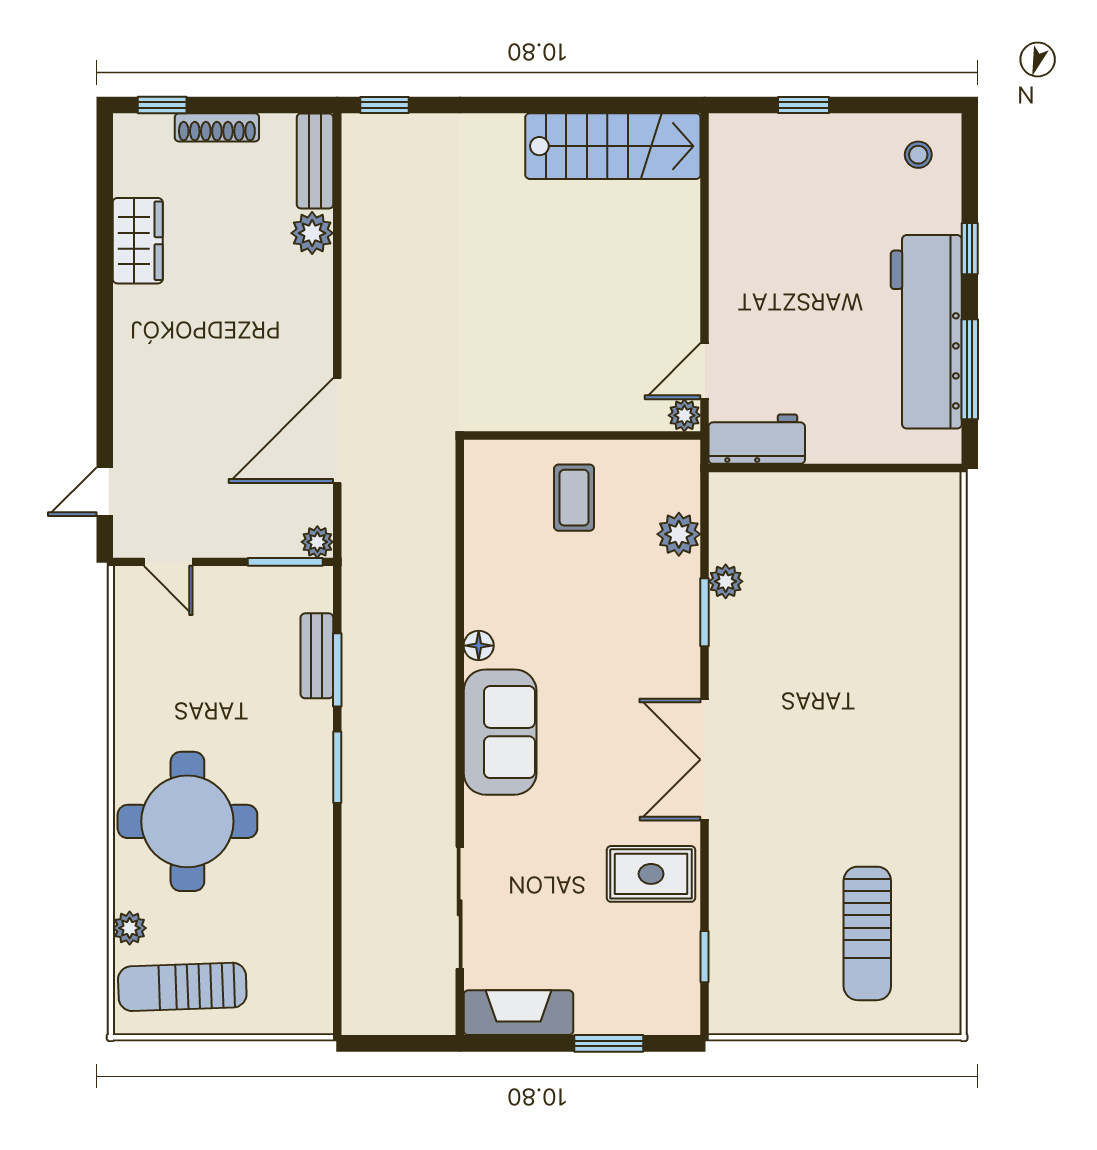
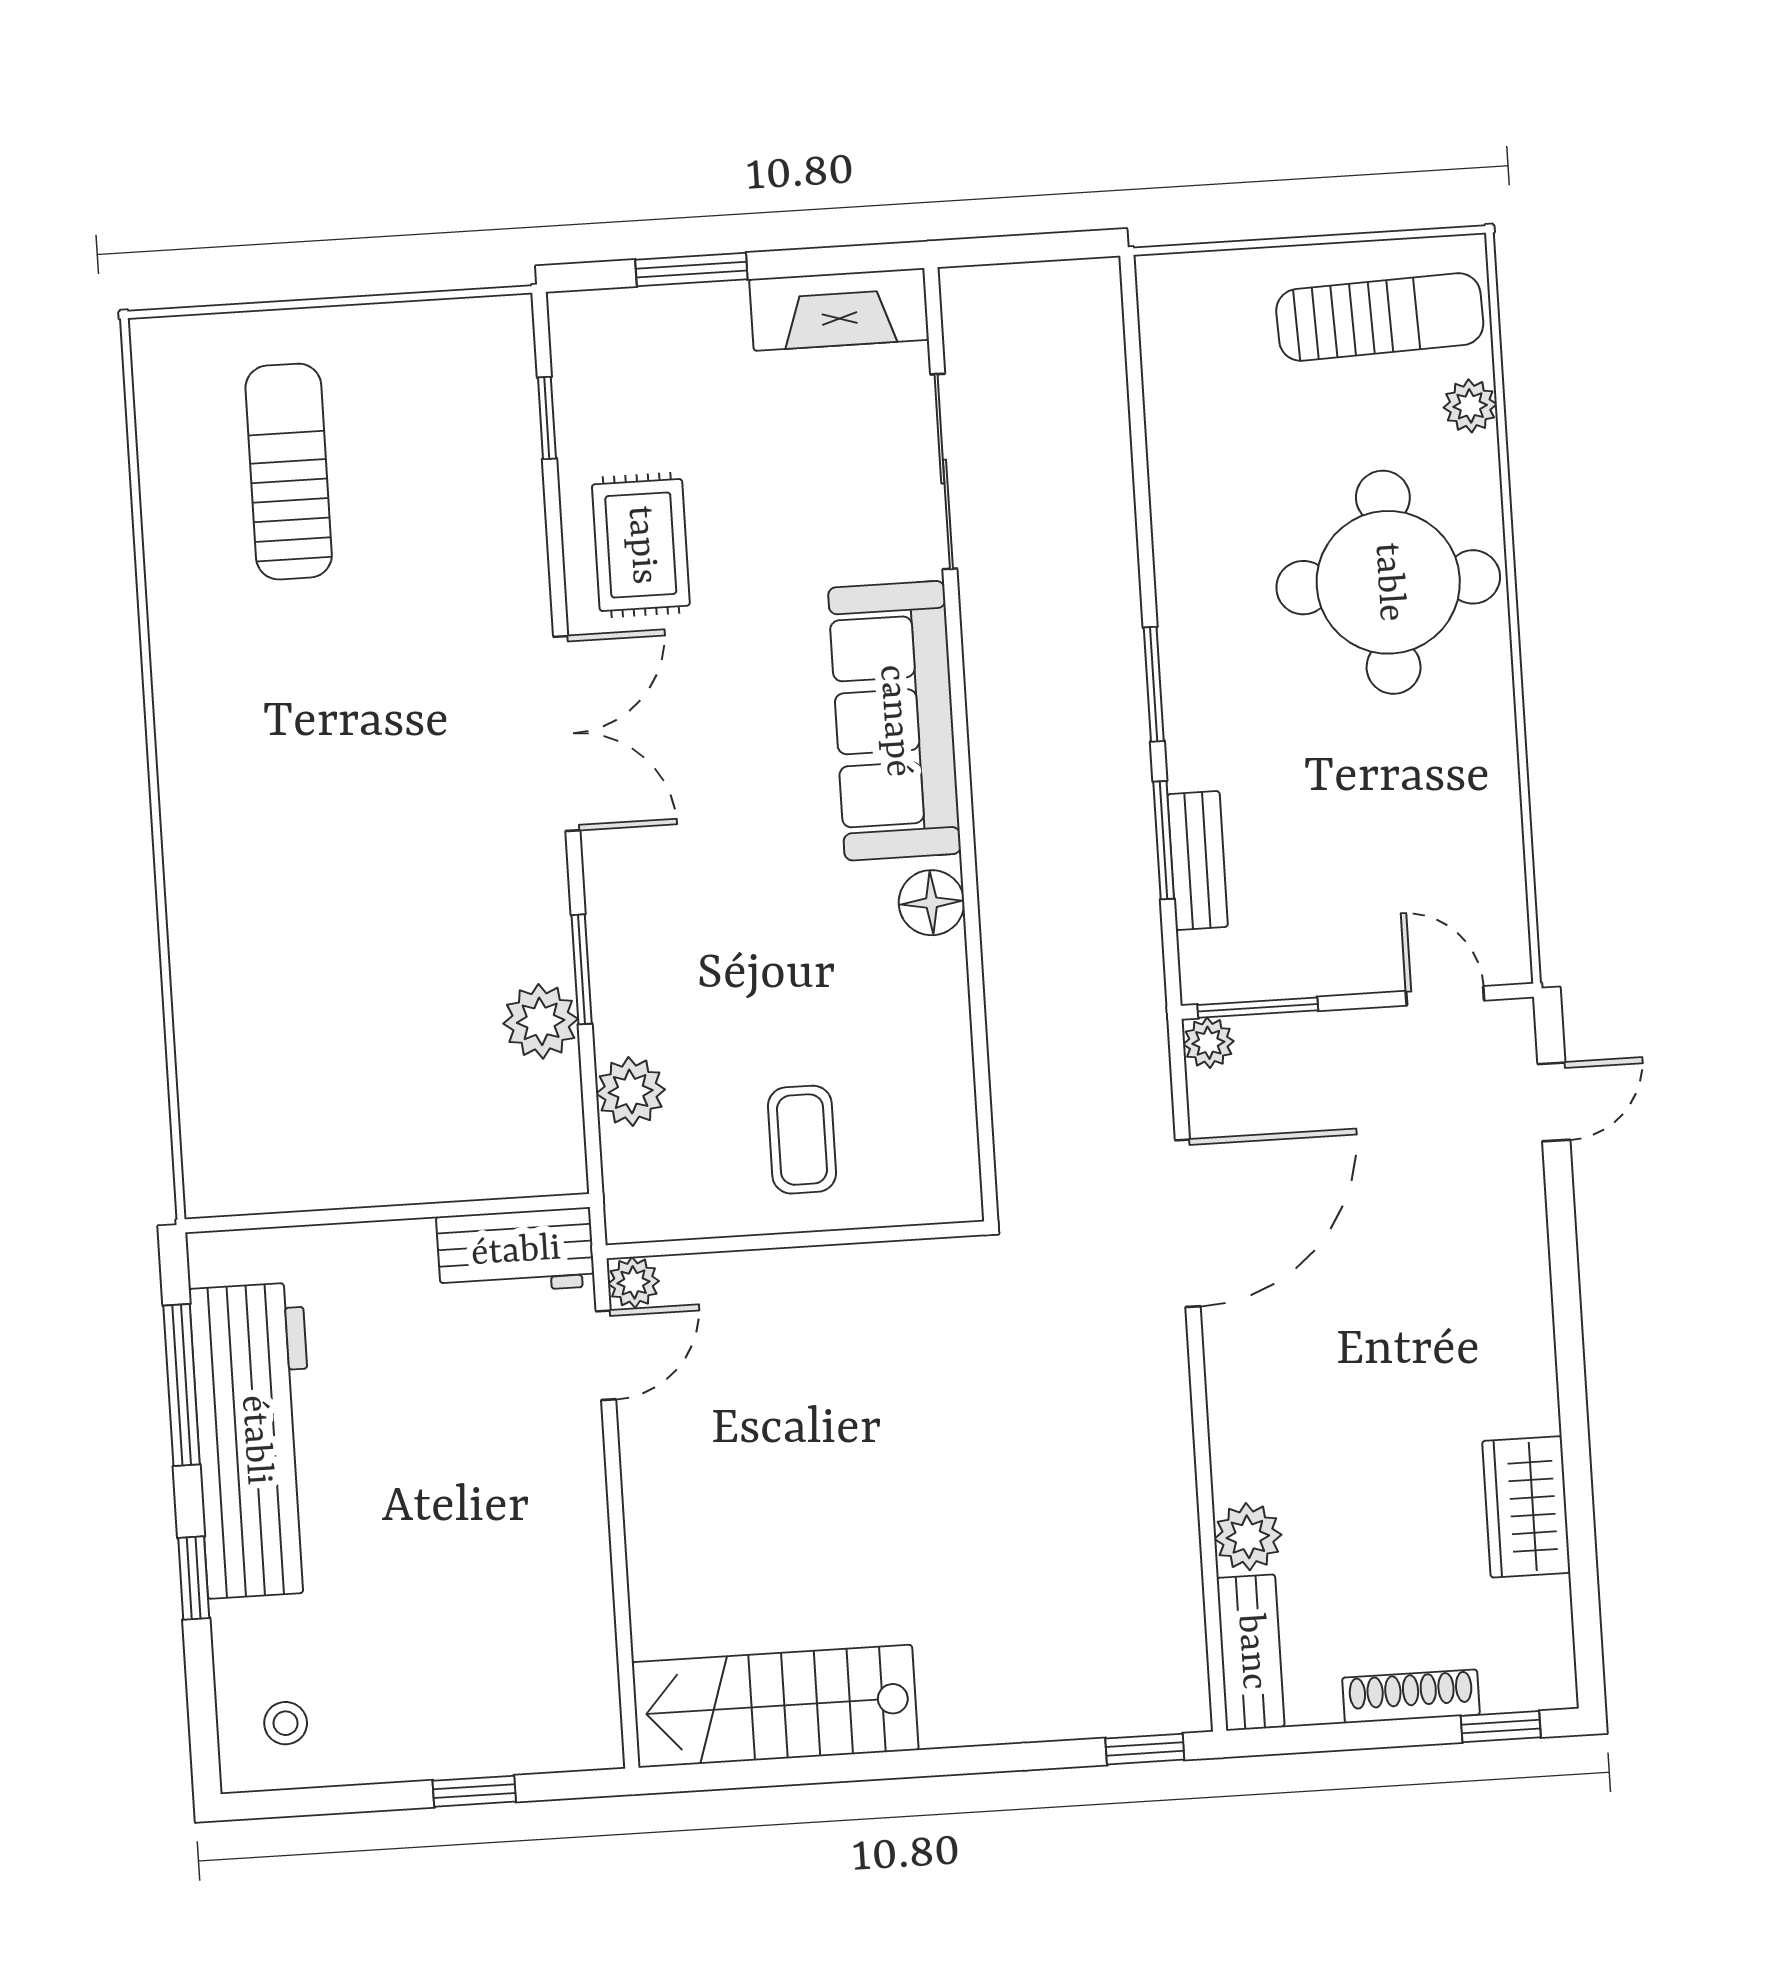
plant: (726, 581) -> (541, 1021), width x1.38, depth x1.38
floor lamp: (479, 646) -> (932, 903), width x1.37, depth x1.37
sofa: (500, 732) -> (894, 721), width x1.36
rug: (651, 874) -> (641, 545), turned 90

